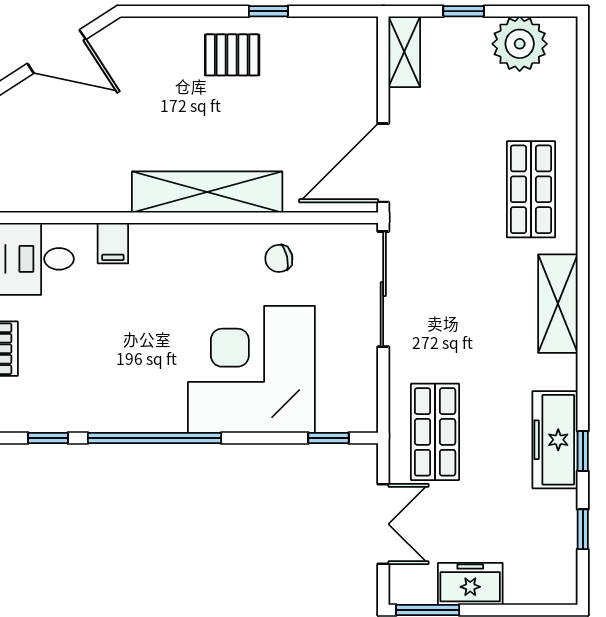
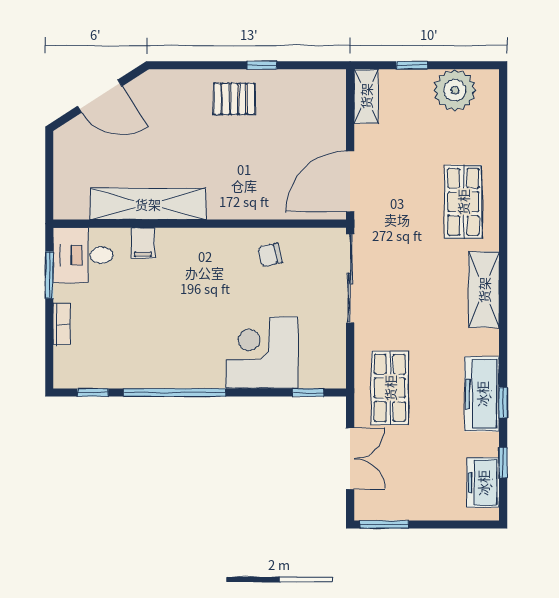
shelving: (207, 192) -> (148, 204), moved
corner desk: (251, 369) -> (262, 353), width x0.74, depth x0.74
freezer: (470, 584) -> (483, 483), moved, turned -90

